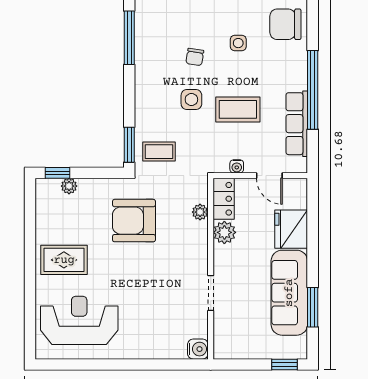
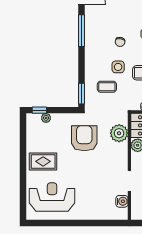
coffee table: (159, 152) -> (107, 87), moved
plant: (200, 212) -> (119, 133), width x1.88, depth x1.88
armchair: (134, 221) -> (84, 138), turned 90
water cooler: (198, 349) -> (122, 201), moved

